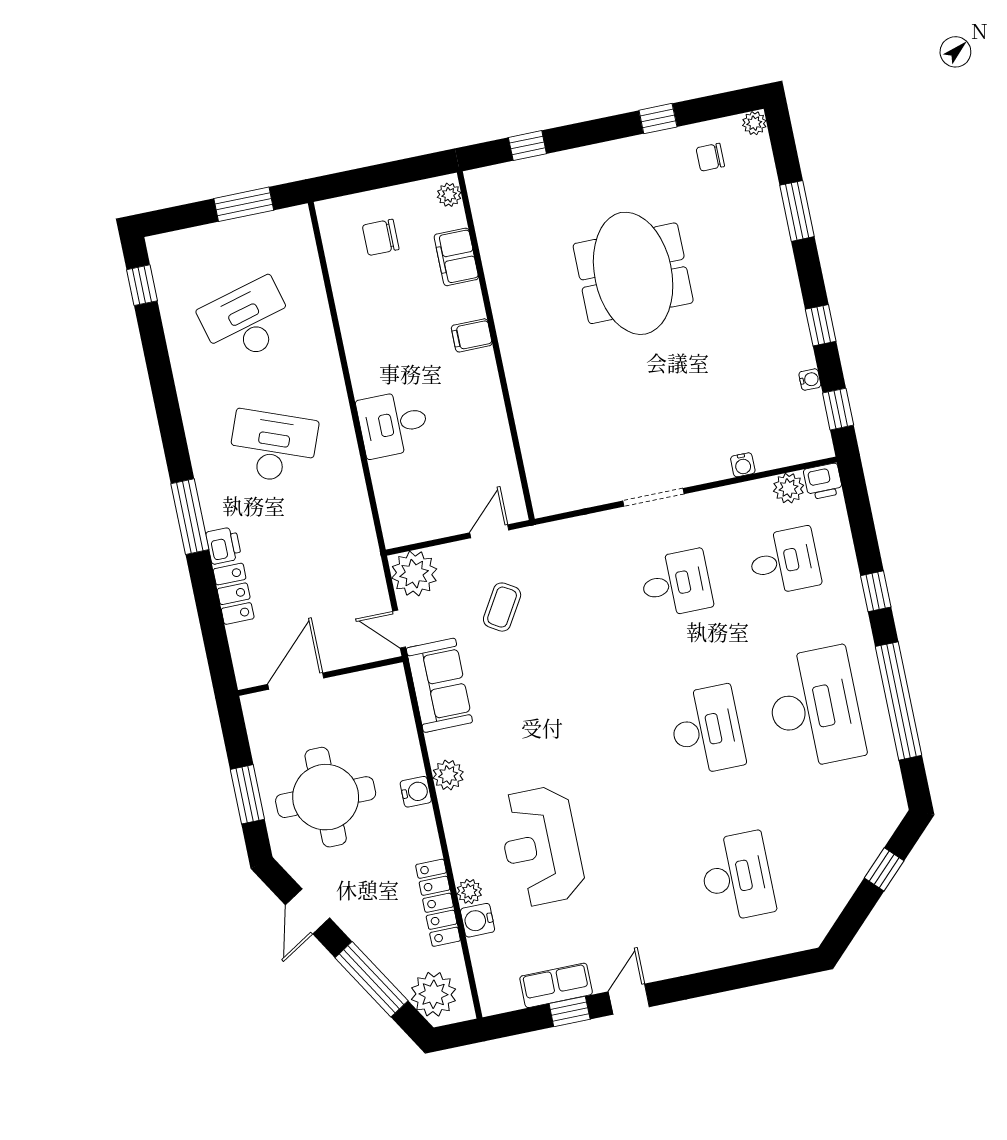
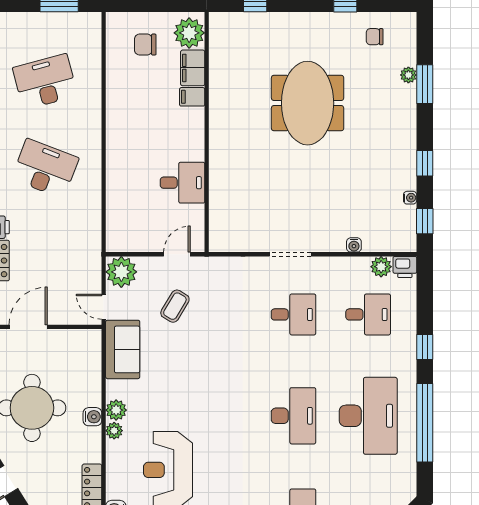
plant: (754, 123) -> (408, 75), moved
plant: (449, 195) -> (189, 33), width x1.88, depth x1.88
filing cabinet: (472, 335) -> (192, 97), moved
desk: (393, 424) -> (182, 183), moved, turned 180
plant: (469, 891) -> (114, 431), moved

